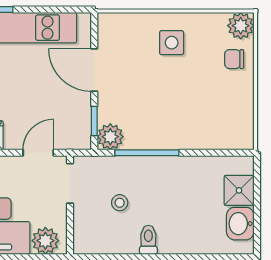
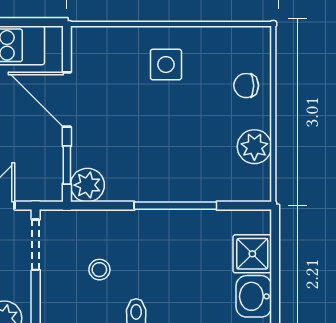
plant: (241, 26) -> (254, 147), moved
window: (147, 153) -> (175, 206), moved

